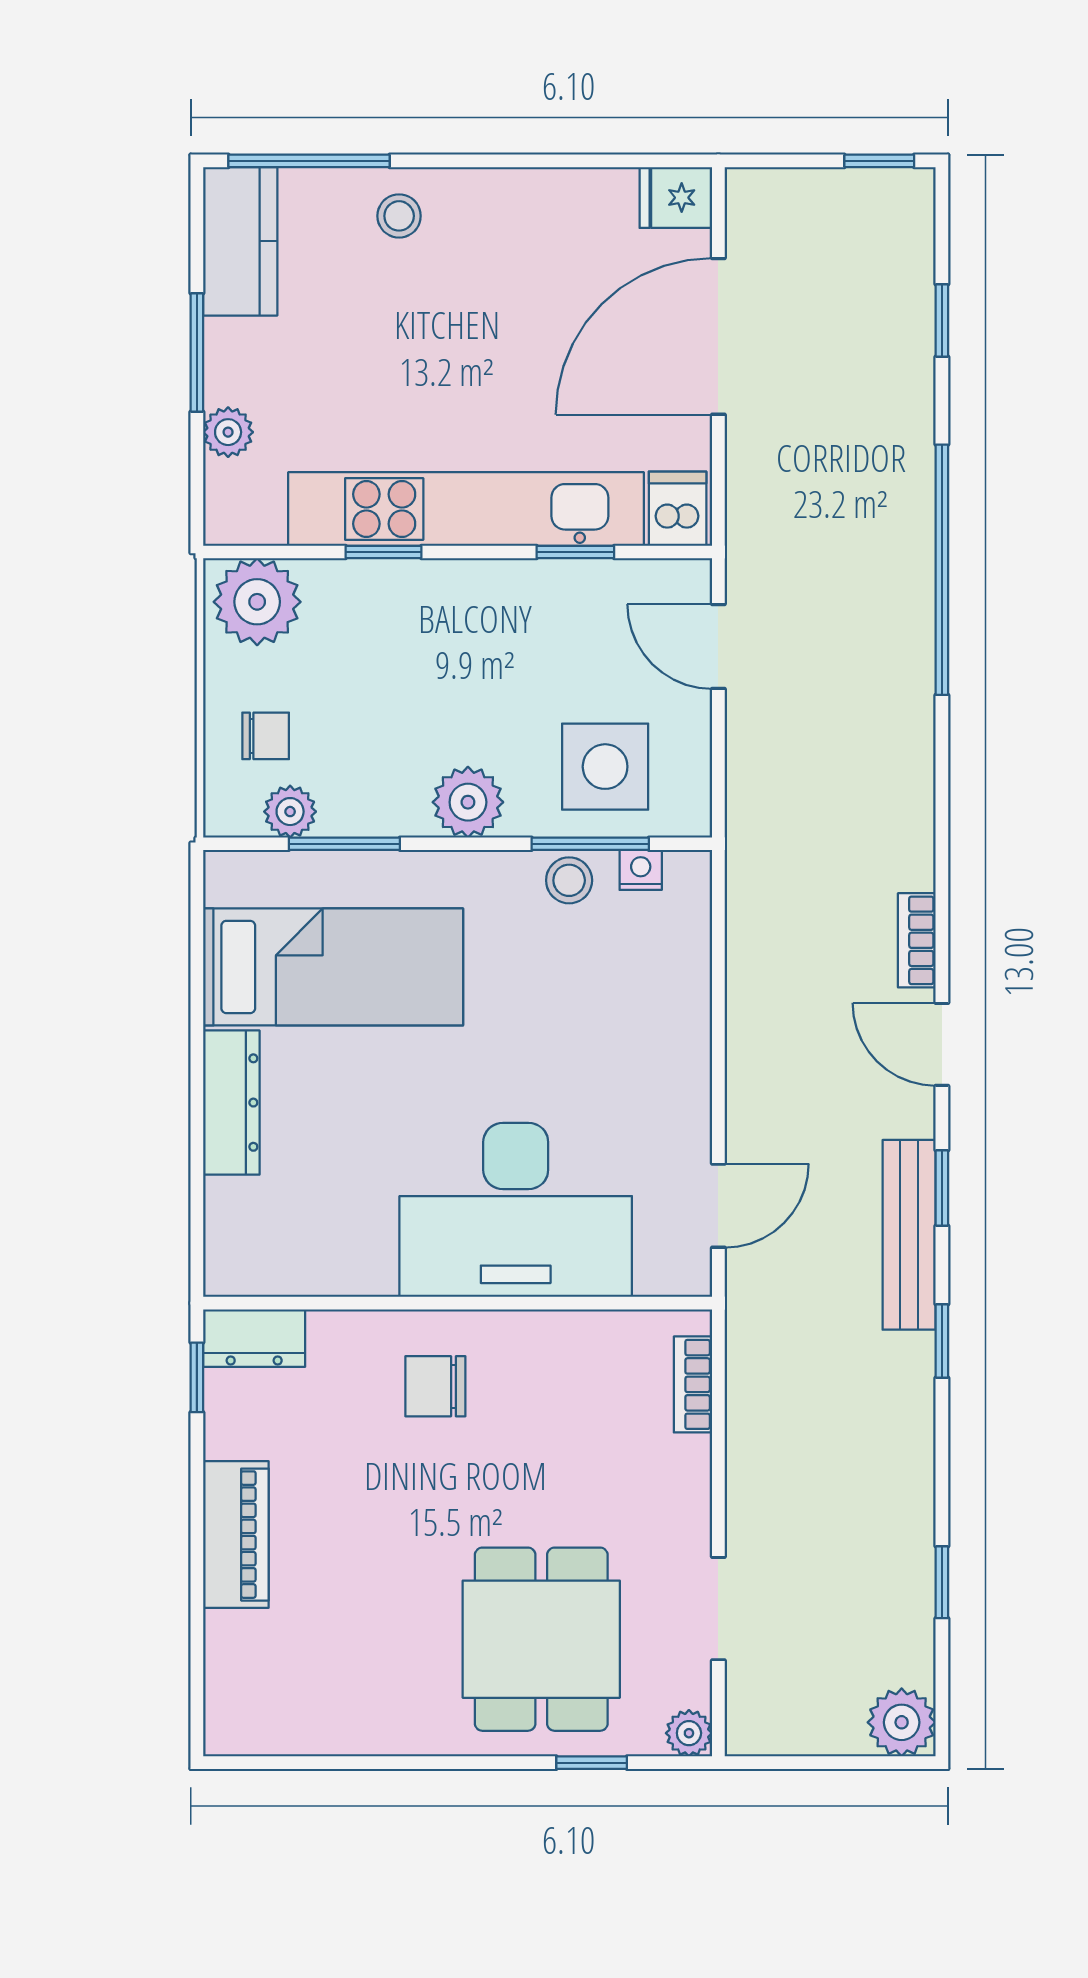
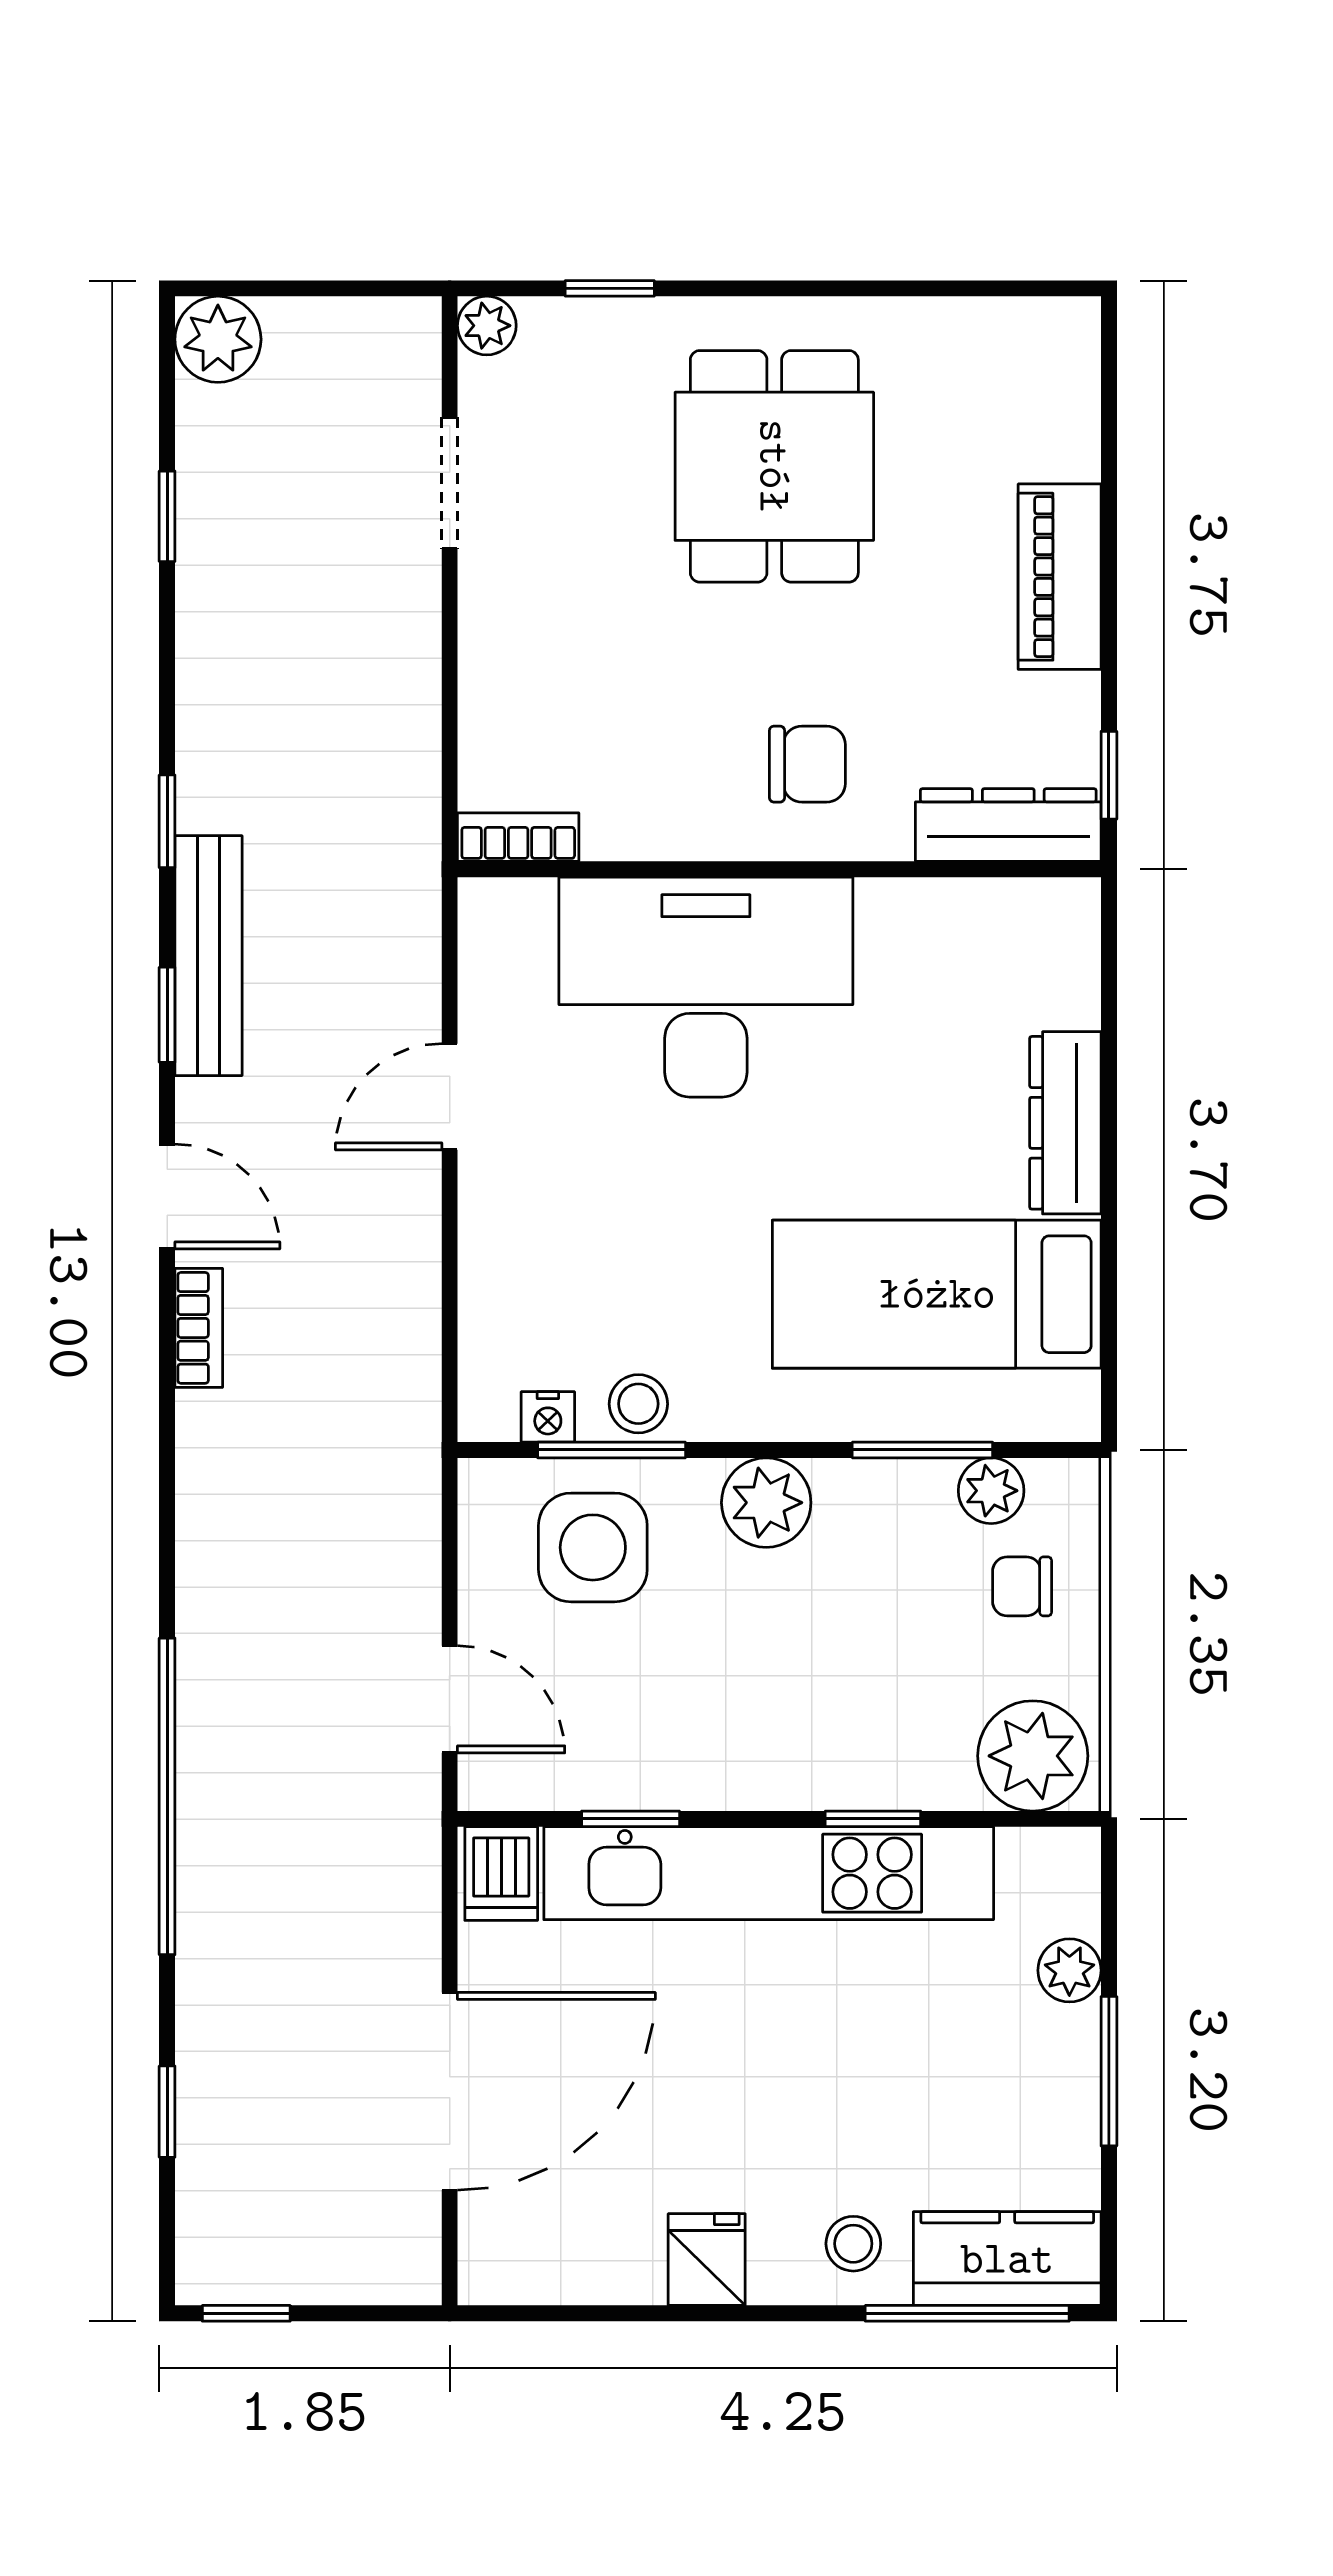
fridge: (676, 198) -> (707, 2260), moved, turned -90
kitchen counter: (240, 241) -> (1007, 2259), moved, turned 90
door: (718, 1206) -> (450, 1097), moved
dresser: (254, 1338) -> (1008, 825), width x1.44
bookcase: (693, 1384) -> (518, 837), moved, turned -90
dining table: (541, 1639) -> (774, 466), moved

